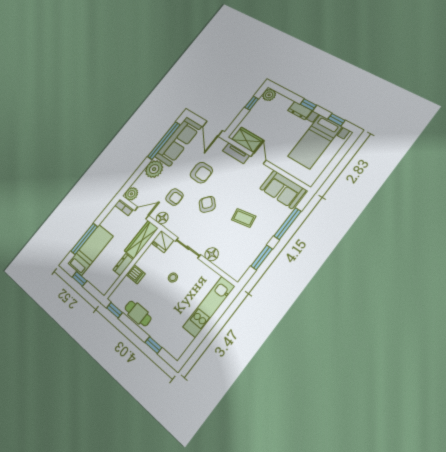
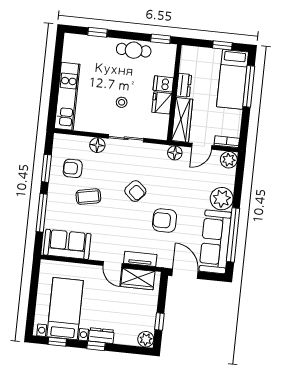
armchair: (174, 197) -> (73, 168), moved
fridge: (163, 241) -> (162, 103), moved, turned -90

